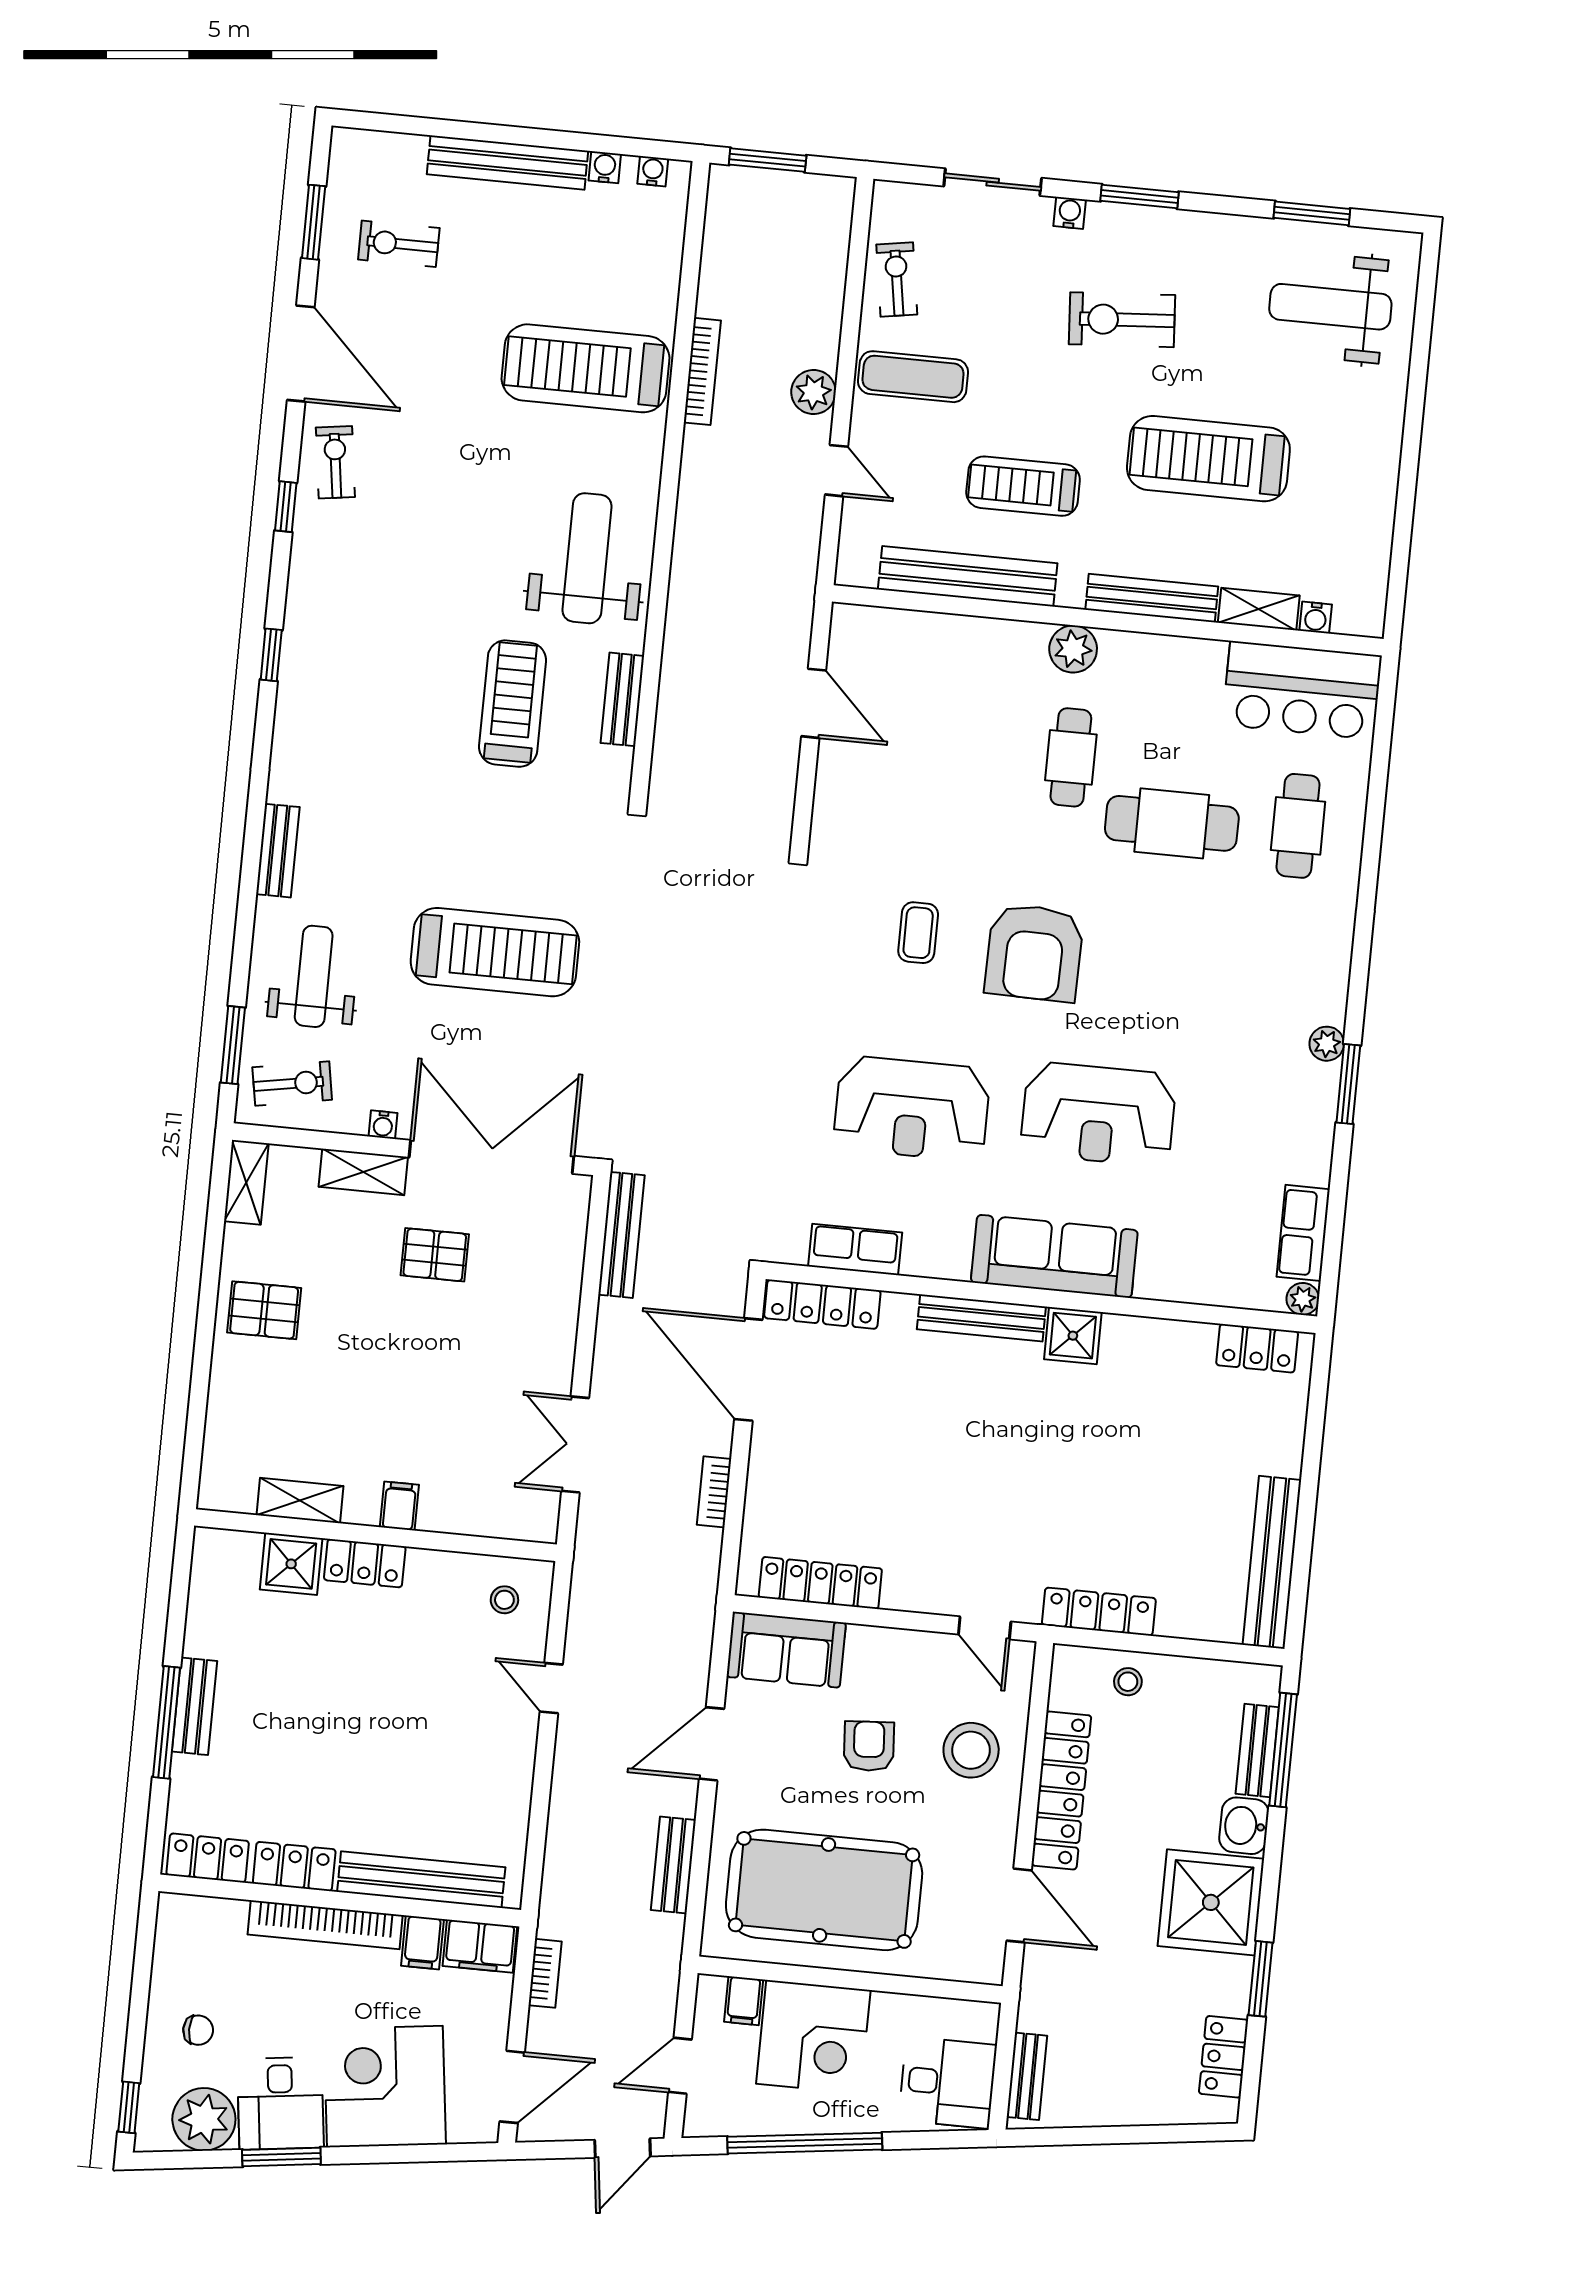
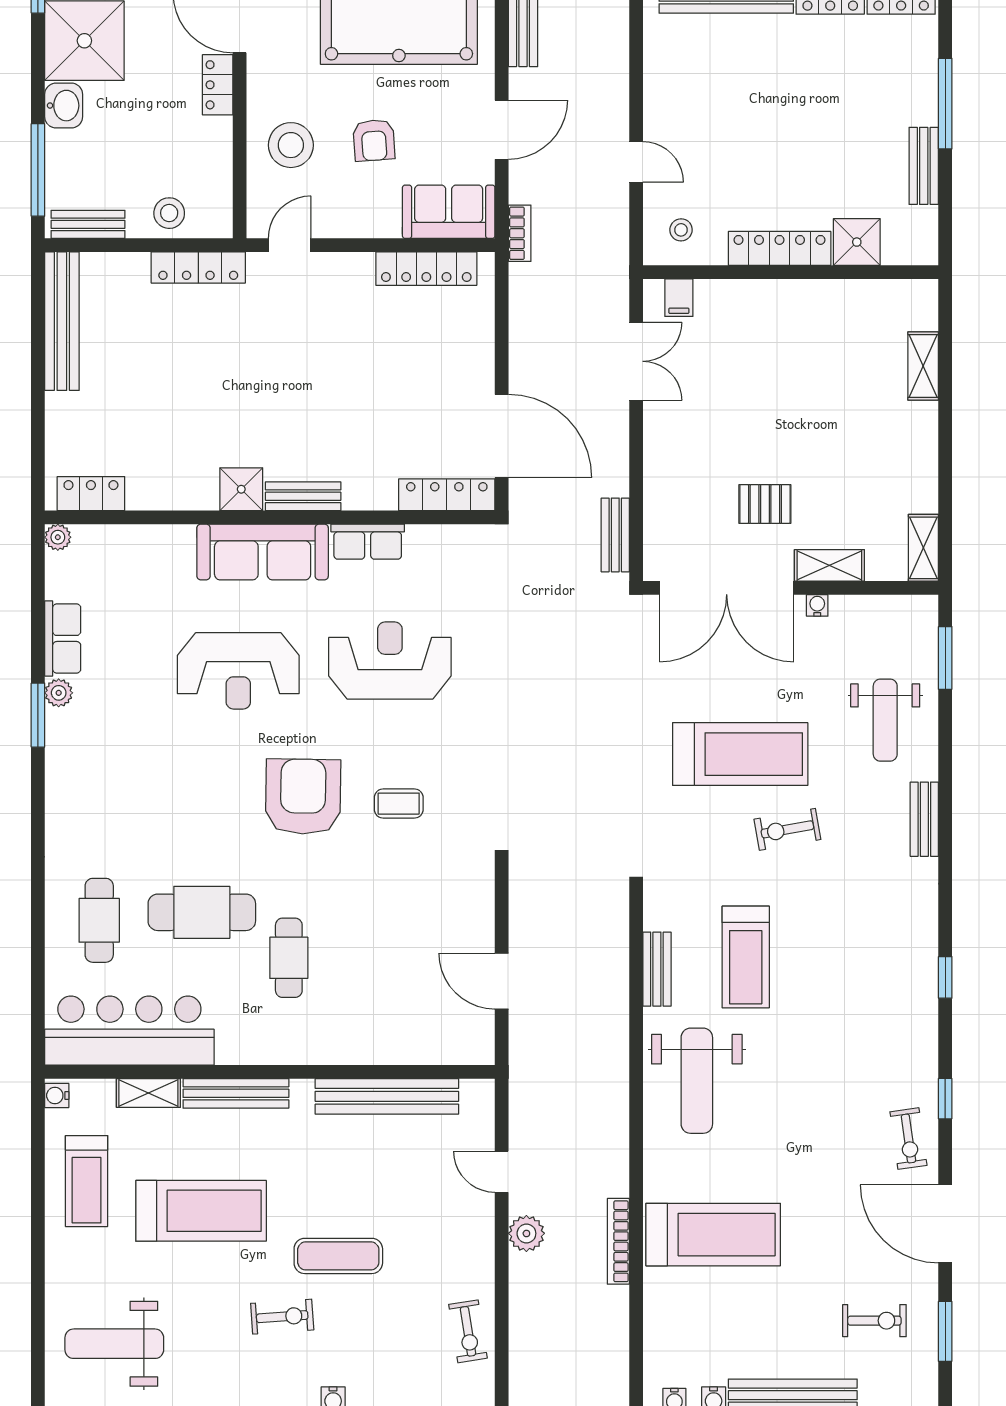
weight bench: (1330, 307) -> (114, 1344), turned 180
exercise bike: (1122, 320) -> (282, 1317), width x0.73, depth x0.72
exercise mat: (913, 377) -> (338, 1256), moved
treadmill: (1023, 486) -> (87, 1181), moved, turned 90
water cooler: (1316, 618) -> (57, 1096), moved, turned -90
plant: (1073, 649) -> (296, 1046), removed
bar counter: (1302, 690) -> (129, 1031), width x1.36
coffee table: (918, 933) -> (399, 804), turned 90
treadmill: (495, 952) -> (740, 754), turned 180
plant: (1327, 1044) -> (59, 693), moved
exercise bike: (292, 1084) -> (787, 829), moved
reception desk: (1098, 1114) -> (238, 671), turned 180
row of seats: (1303, 1233) -> (63, 638), moved
bench: (621, 1235) -> (615, 535), width x0.73
row of seats: (855, 1250) -> (368, 542), moved
pallet: (264, 1310) -> (899, 445), removed
bench: (981, 1318) -> (303, 496), width x0.73
bookcase: (714, 1492) -> (520, 233), moved
shelving: (300, 1500) -> (923, 366), moved, turned 90
filing cabinet: (399, 1506) -> (679, 298), moved
locker: (365, 1563) -> (780, 248), width x1.53
door: (985, 1628) -> (290, 245), hinge flipped
stool: (1128, 1682) -> (169, 213), width x1.37, depth x1.37
bench: (195, 1706) -> (924, 166), moved
bench: (1257, 1751) -> (88, 224), moved, turned 90
locker: (1061, 1790) -> (218, 85), width x0.46, depth x0.83

